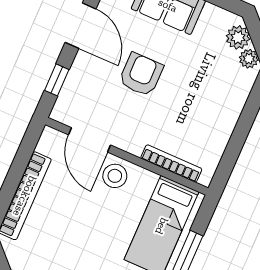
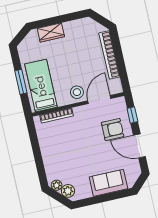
armchair: (141, 75) -> (113, 130), moved, turned -90
door: (89, 140) -> (99, 100), hinge flipped

